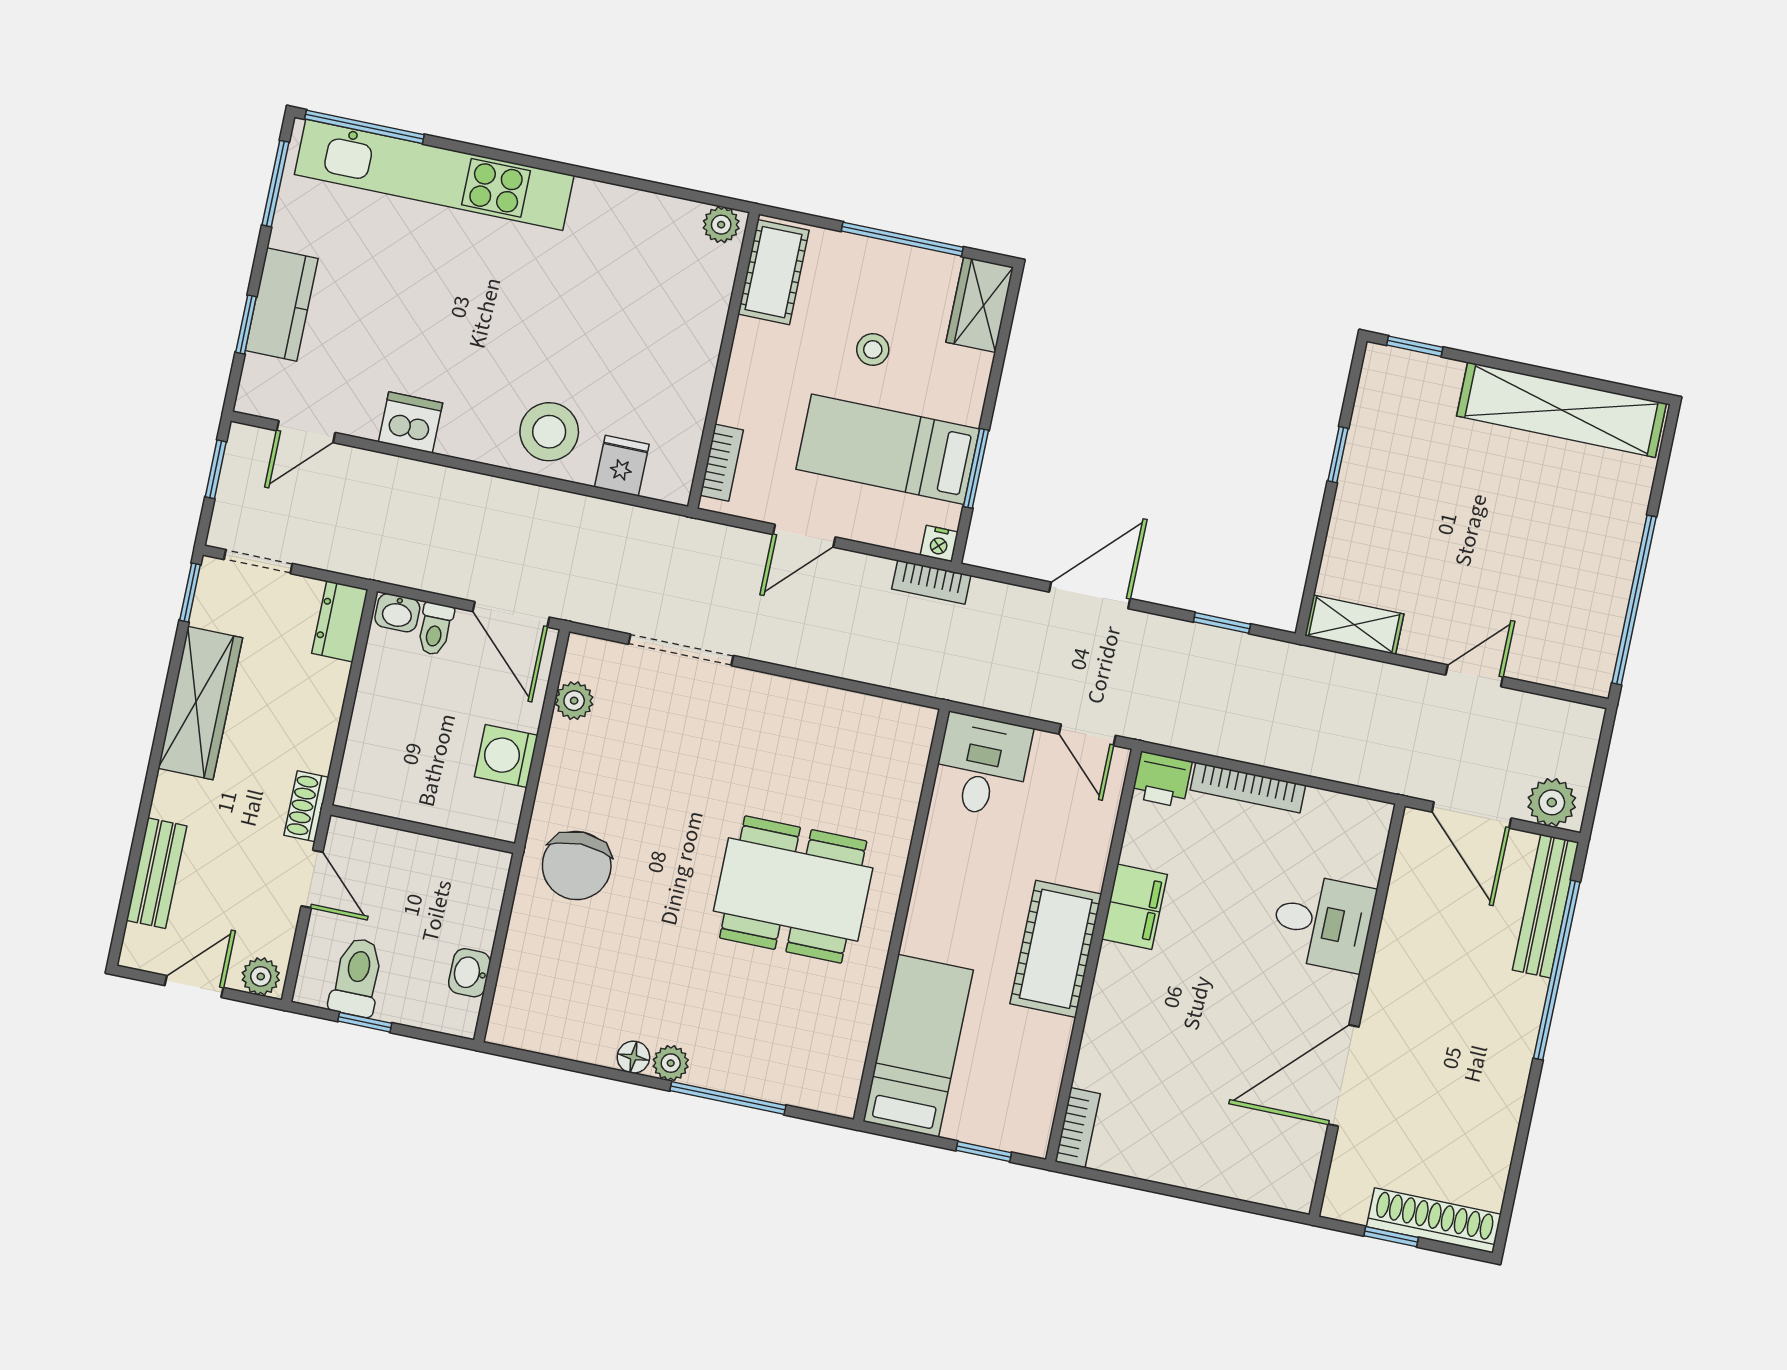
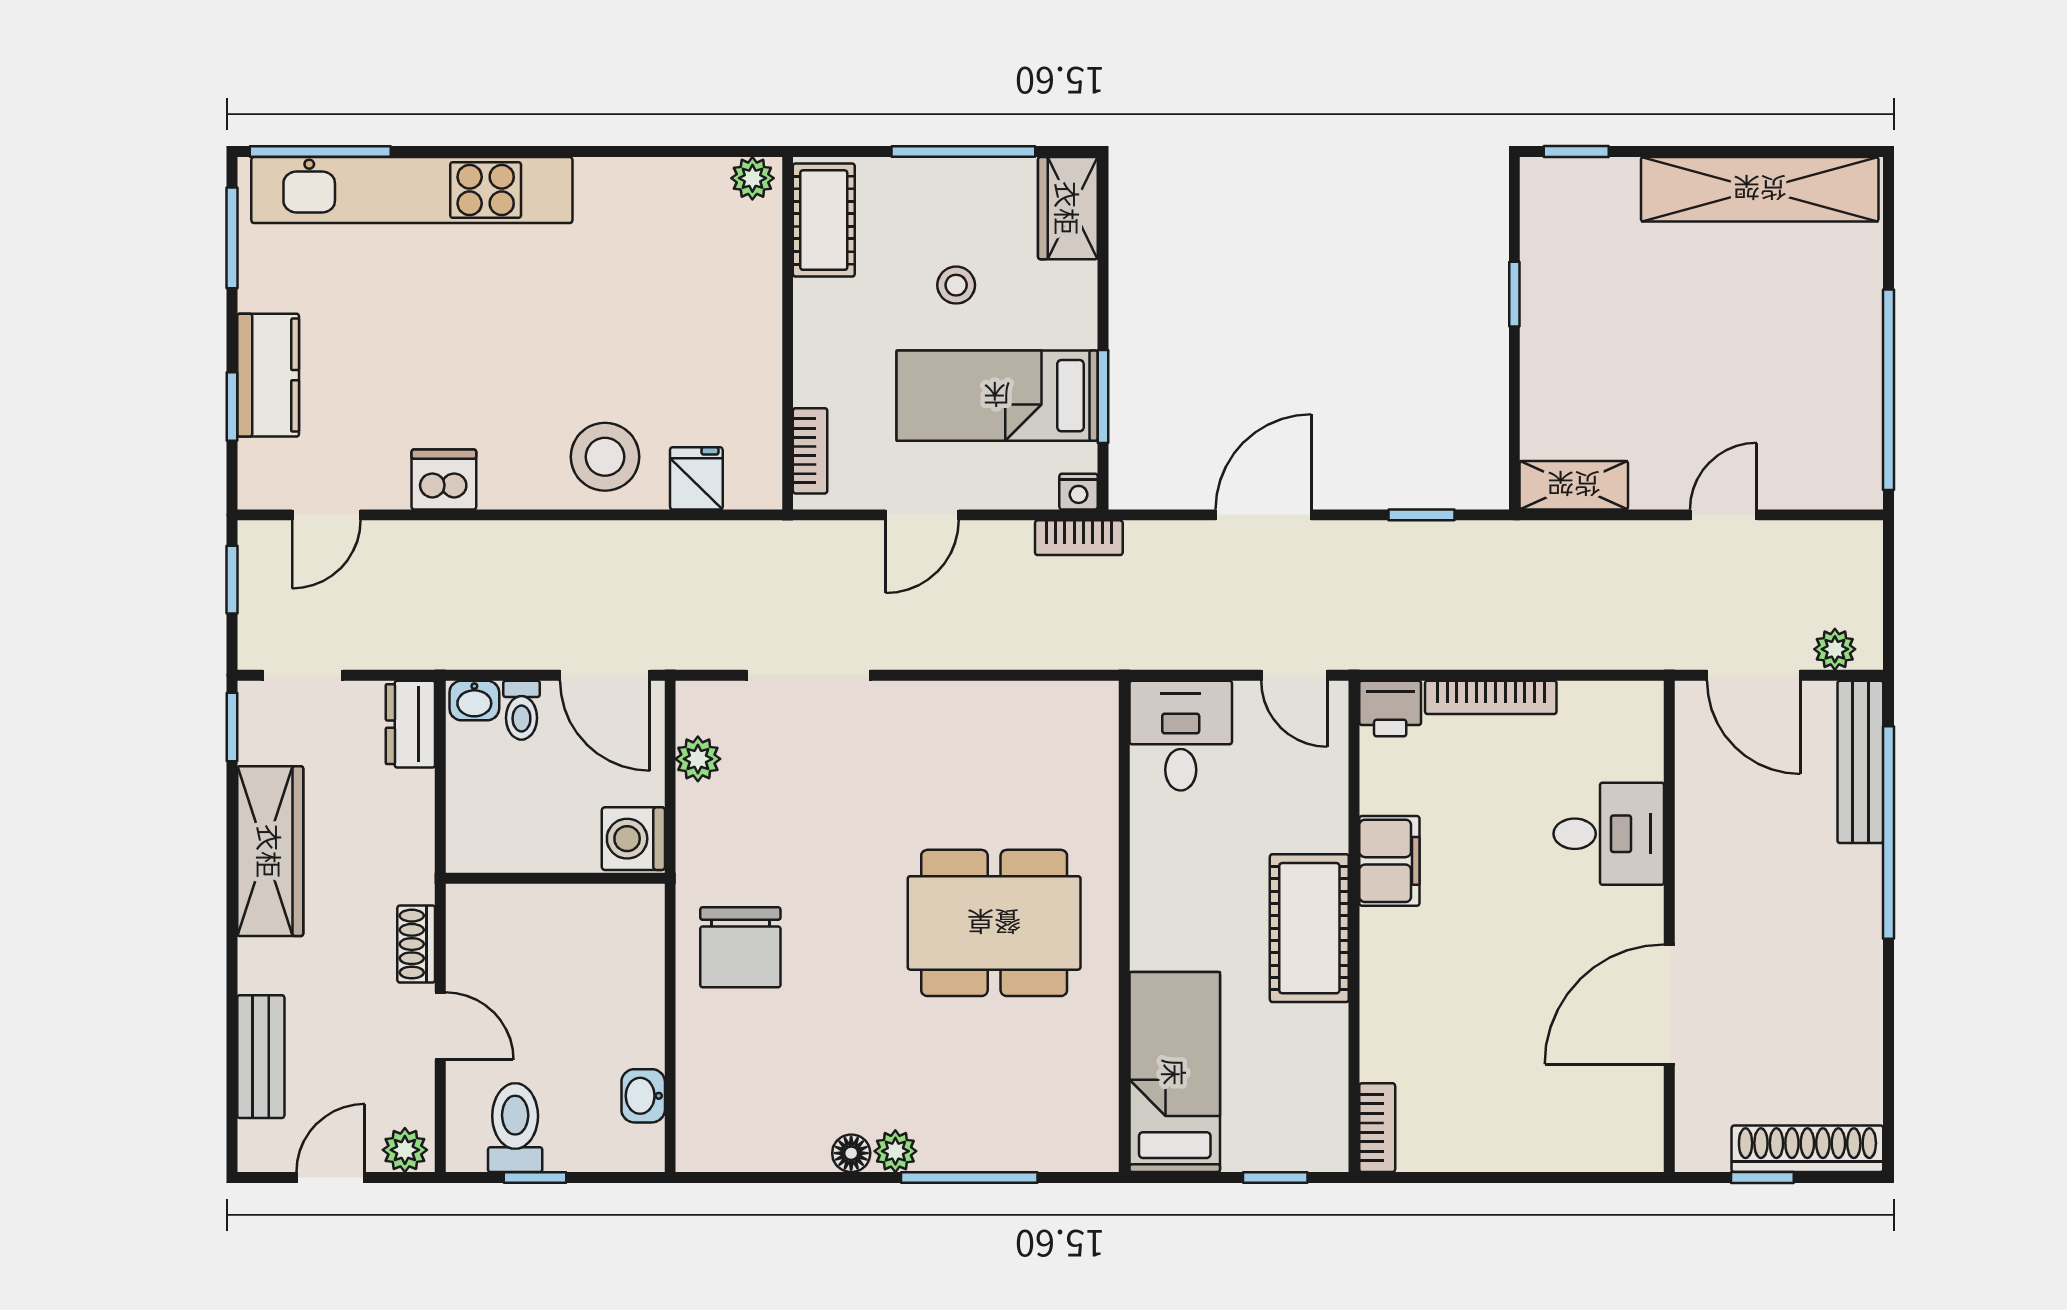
plant: (1552, 802) -> (1835, 649), width x0.73, depth x0.73
wall: (423, 829) -> (555, 878), moved

